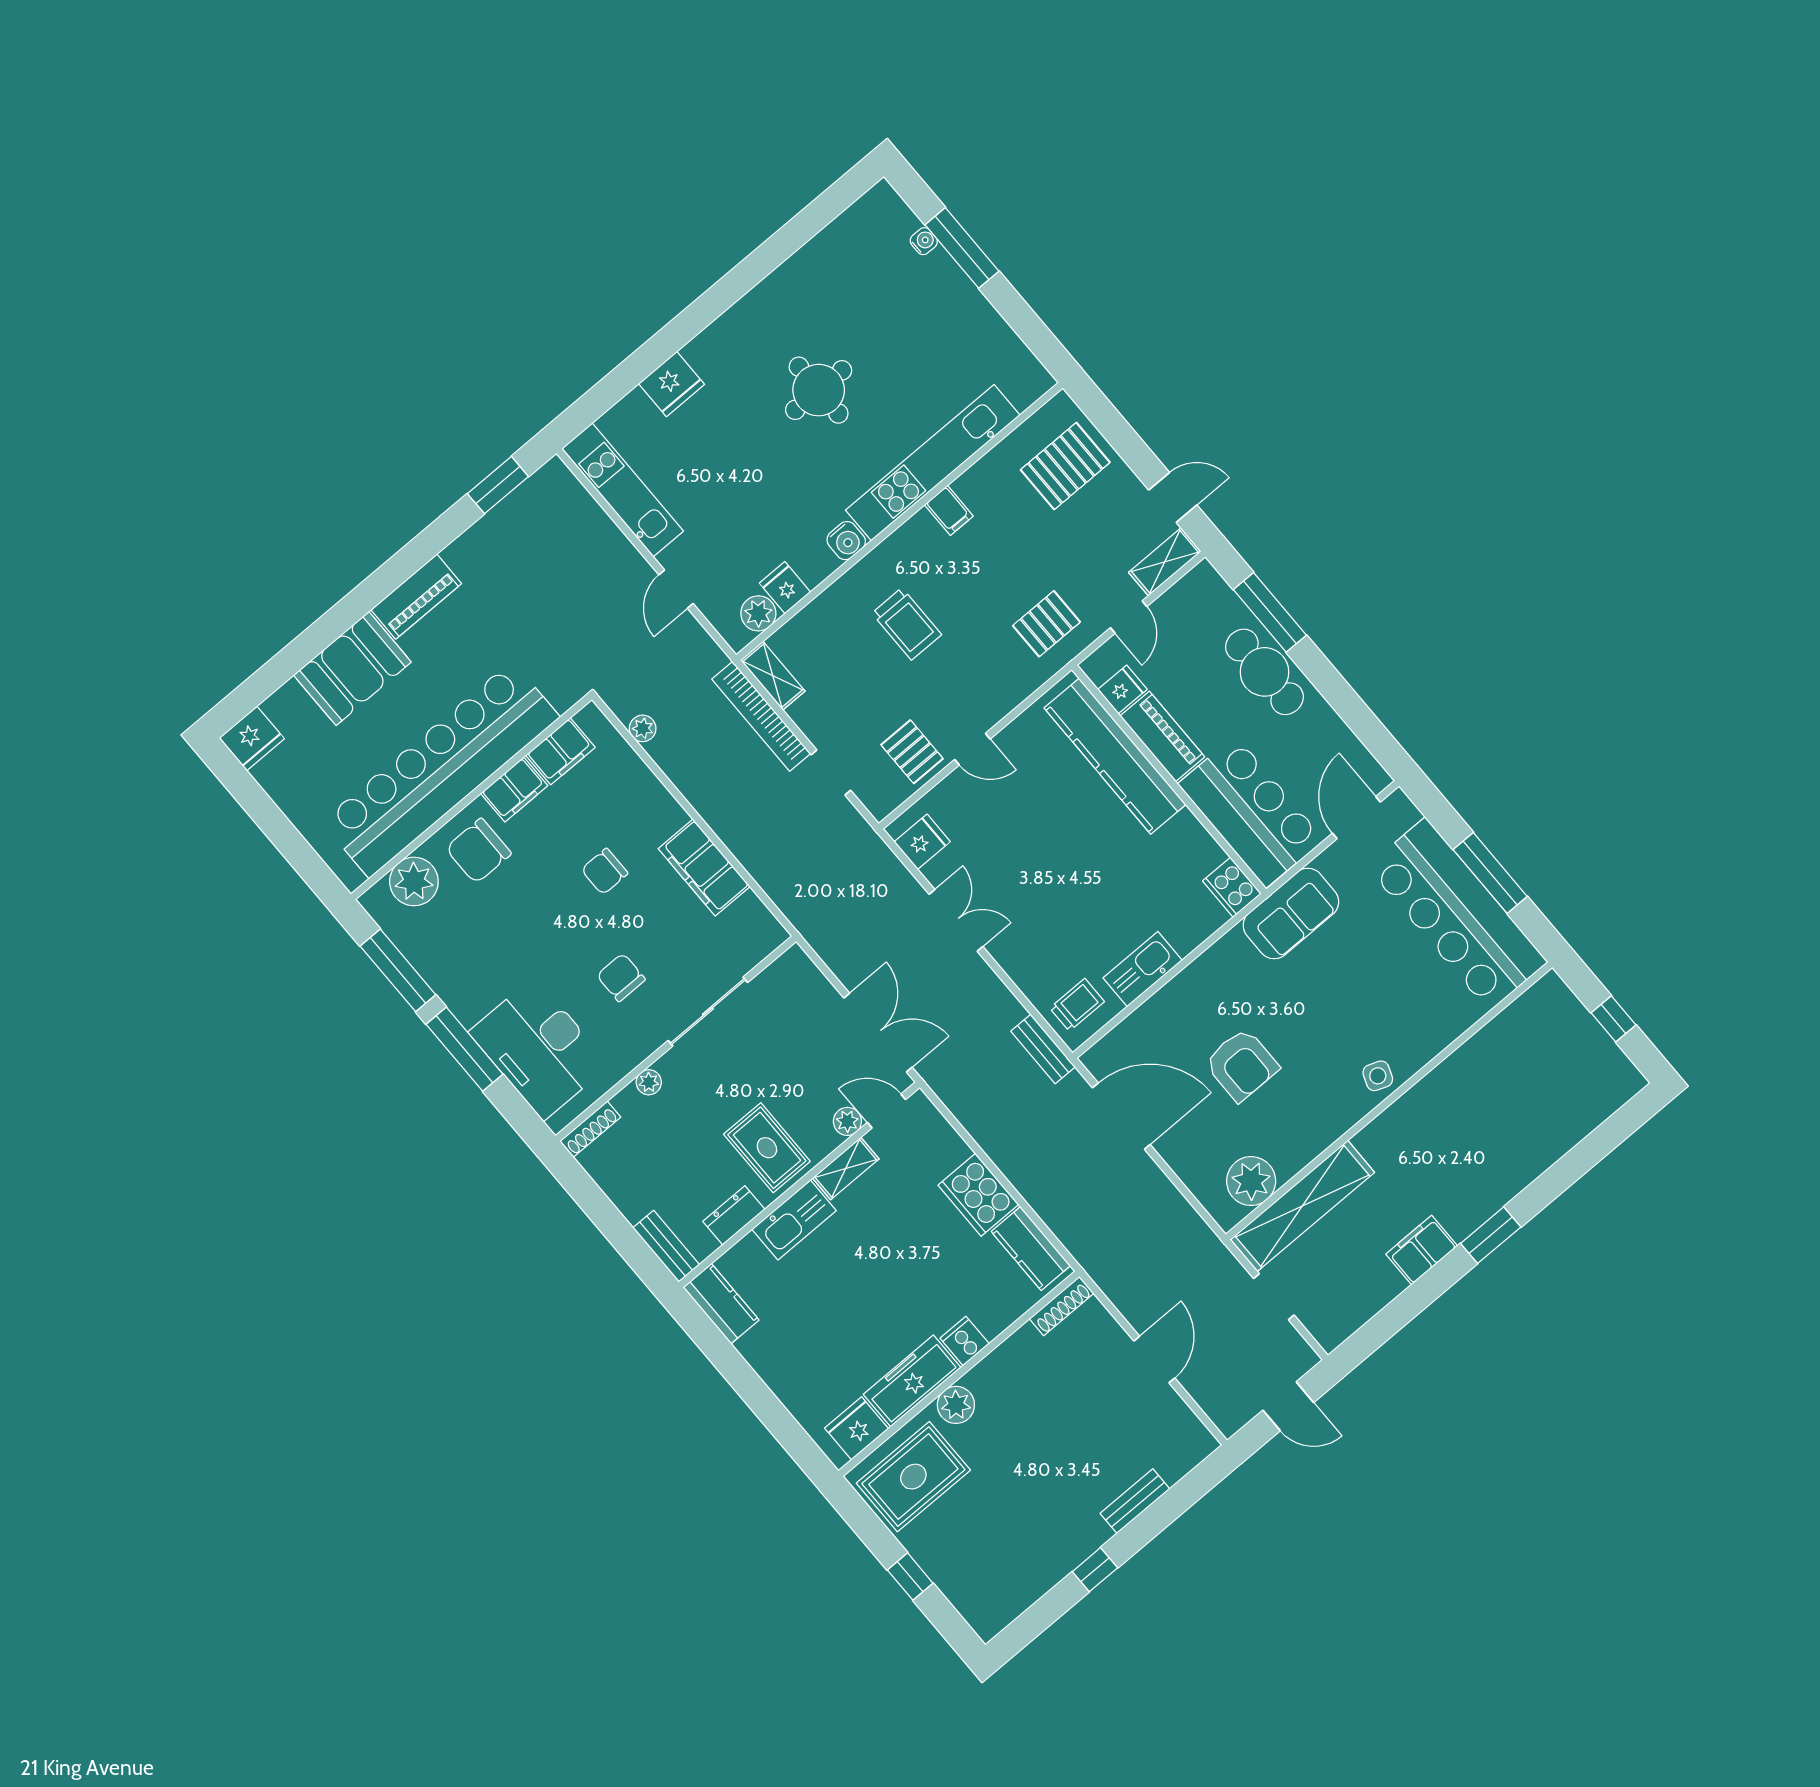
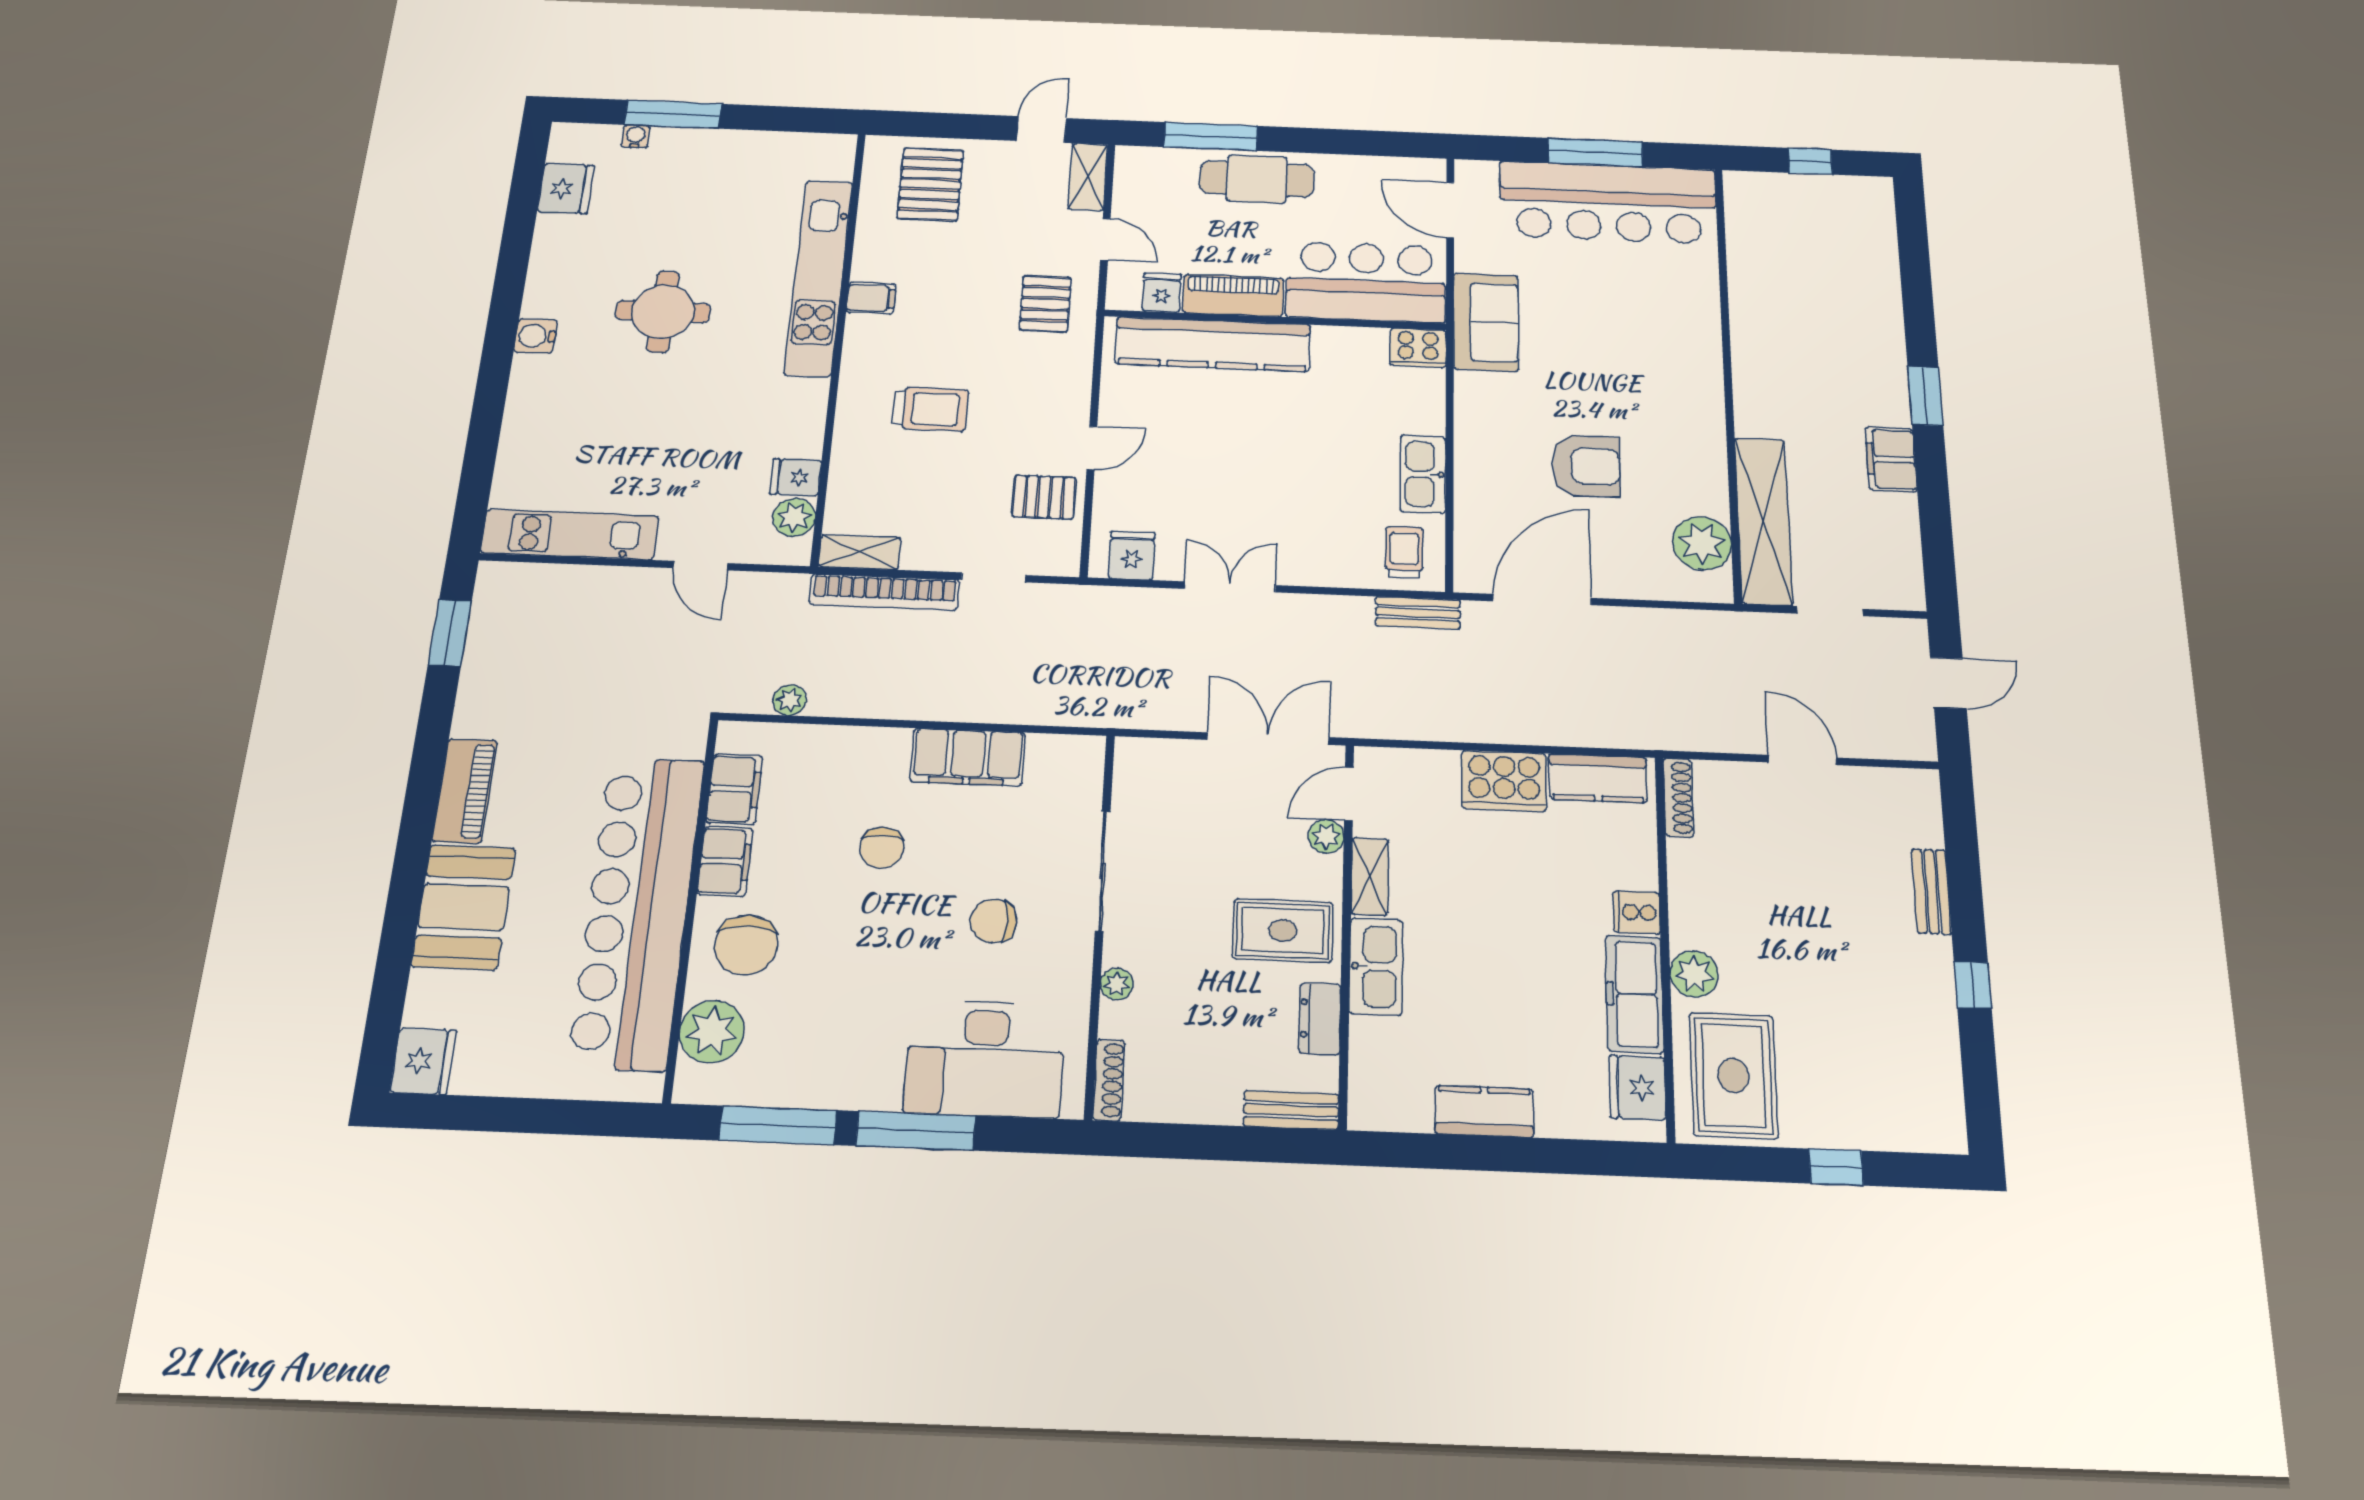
fridge: (672, 384) -> (566, 188), moved
water cooler: (846, 541) -> (536, 336), moved, turned 180
side table: (1378, 1076) -> (1697, 370), removed
kitchen counter: (721, 1304) -> (1484, 1111), moved

